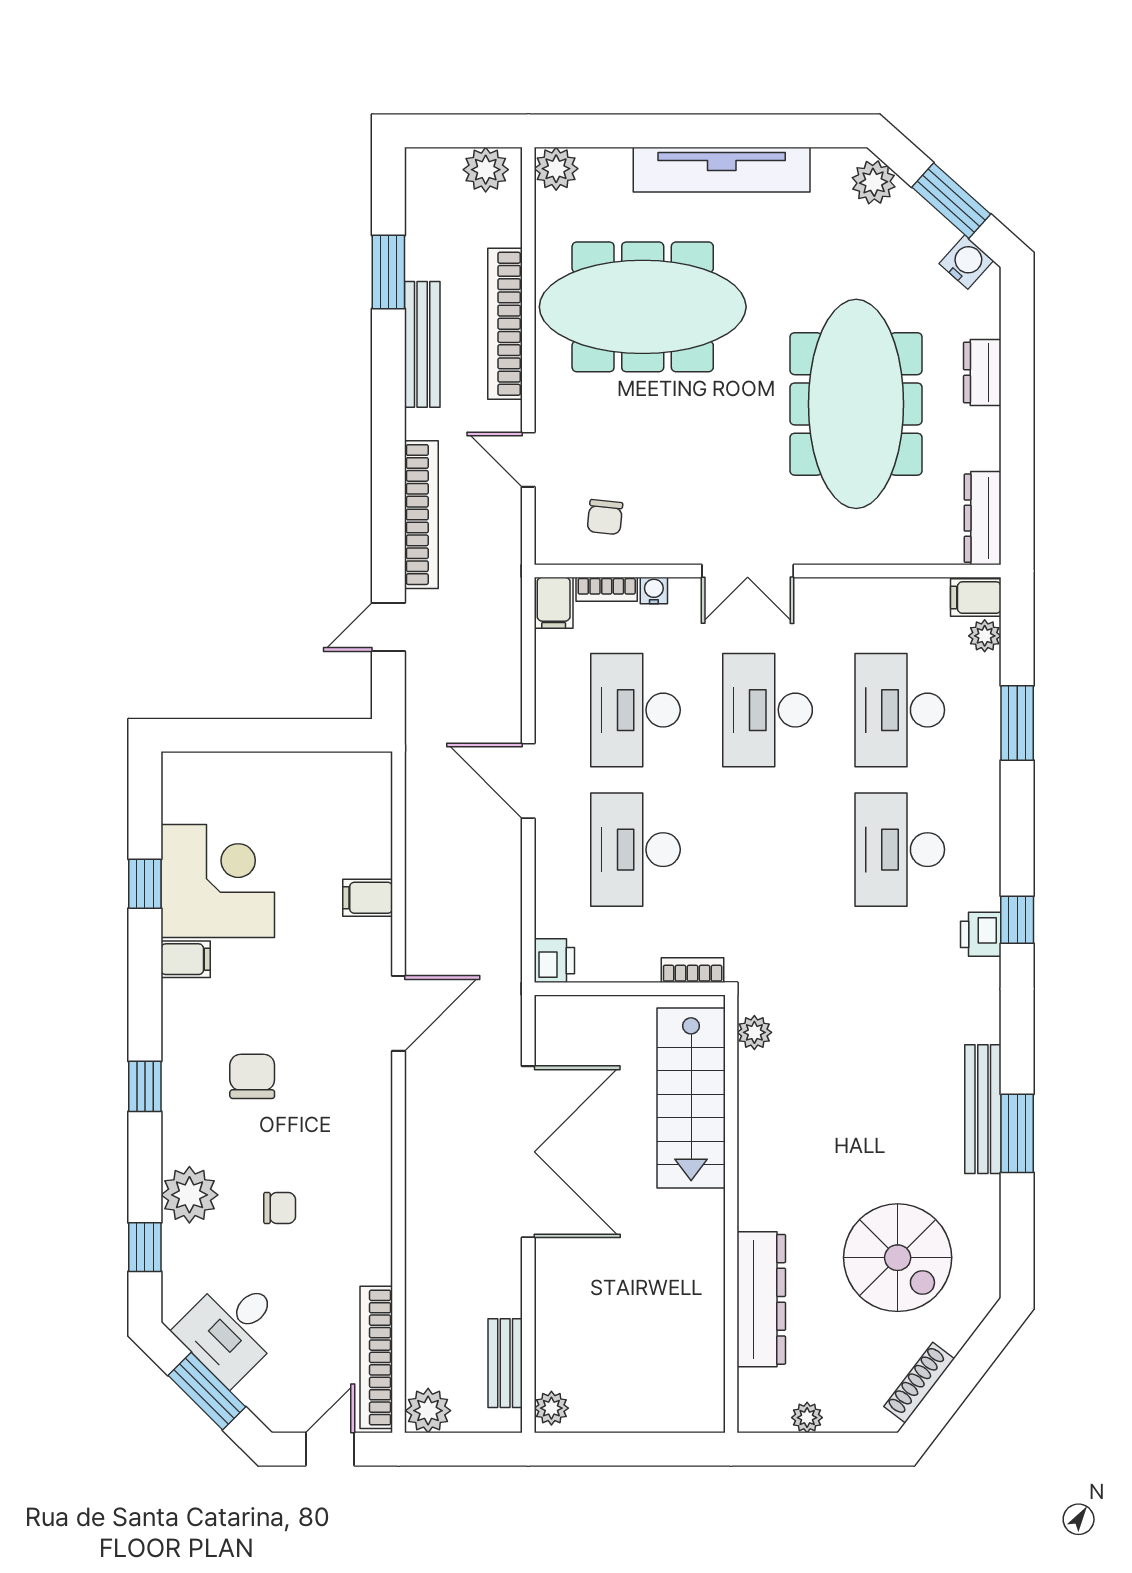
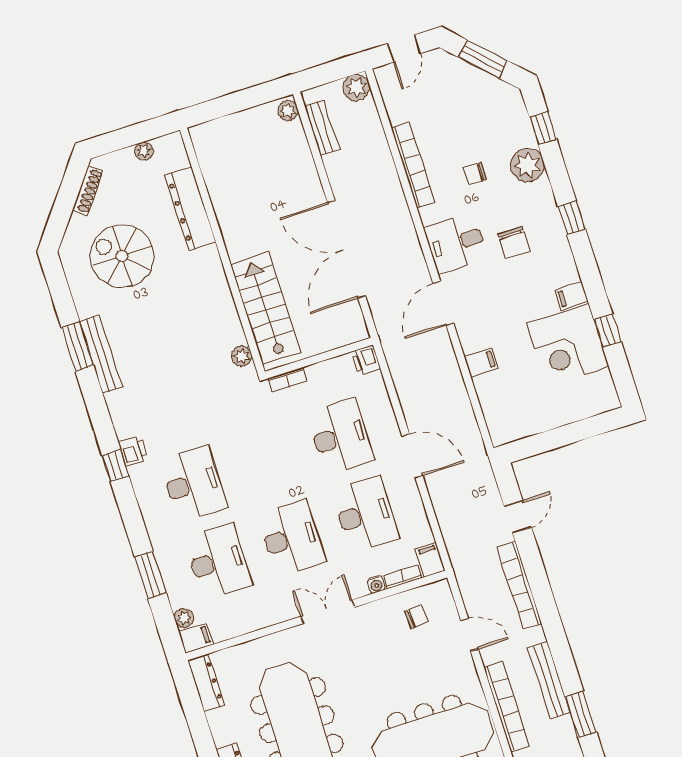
chair: (605, 517) -> (417, 617), turned 80
desk: (232, 1329) -> (456, 243), moved, turned -135
bookcase: (376, 1357) -> (413, 165), moved

